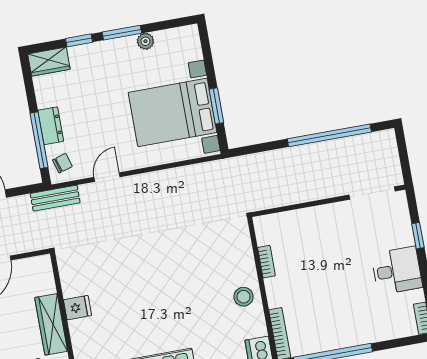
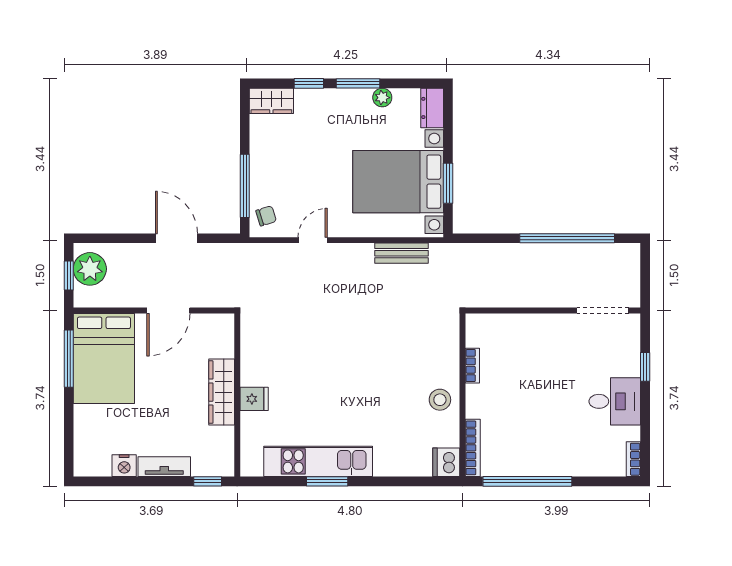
dresser: (51, 126) -> (432, 108), moved, turned 180
bench: (55, 198) -> (402, 253), moved
fridge: (77, 308) -> (254, 399), moved

